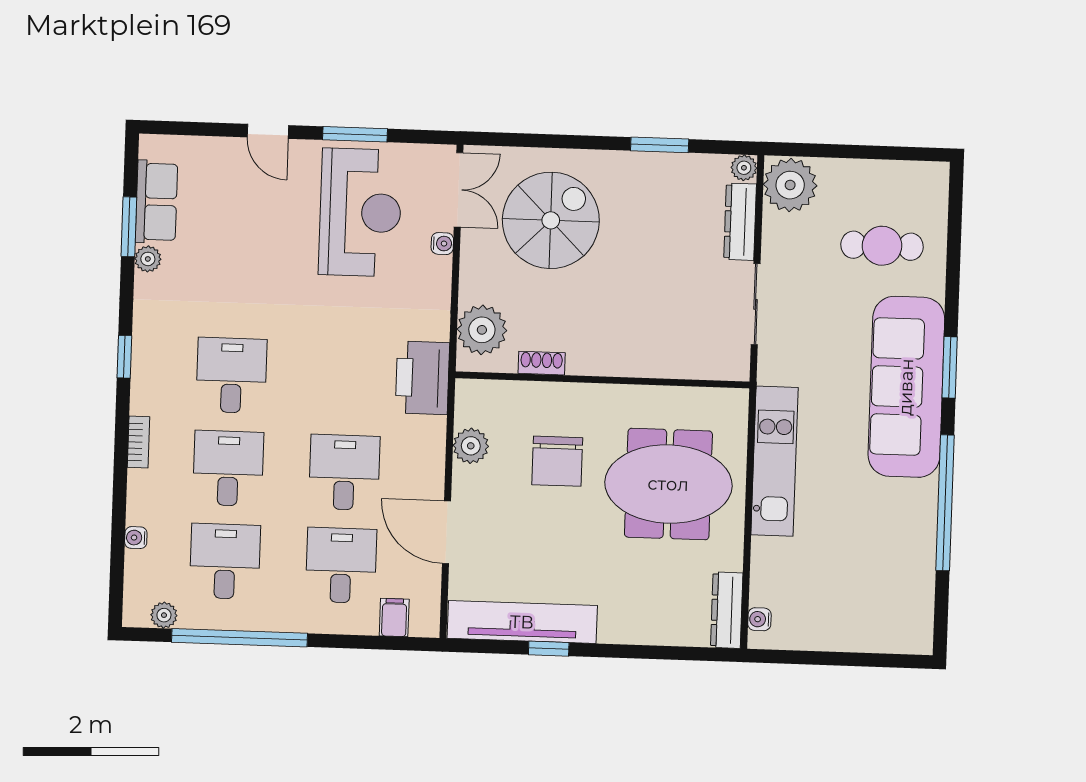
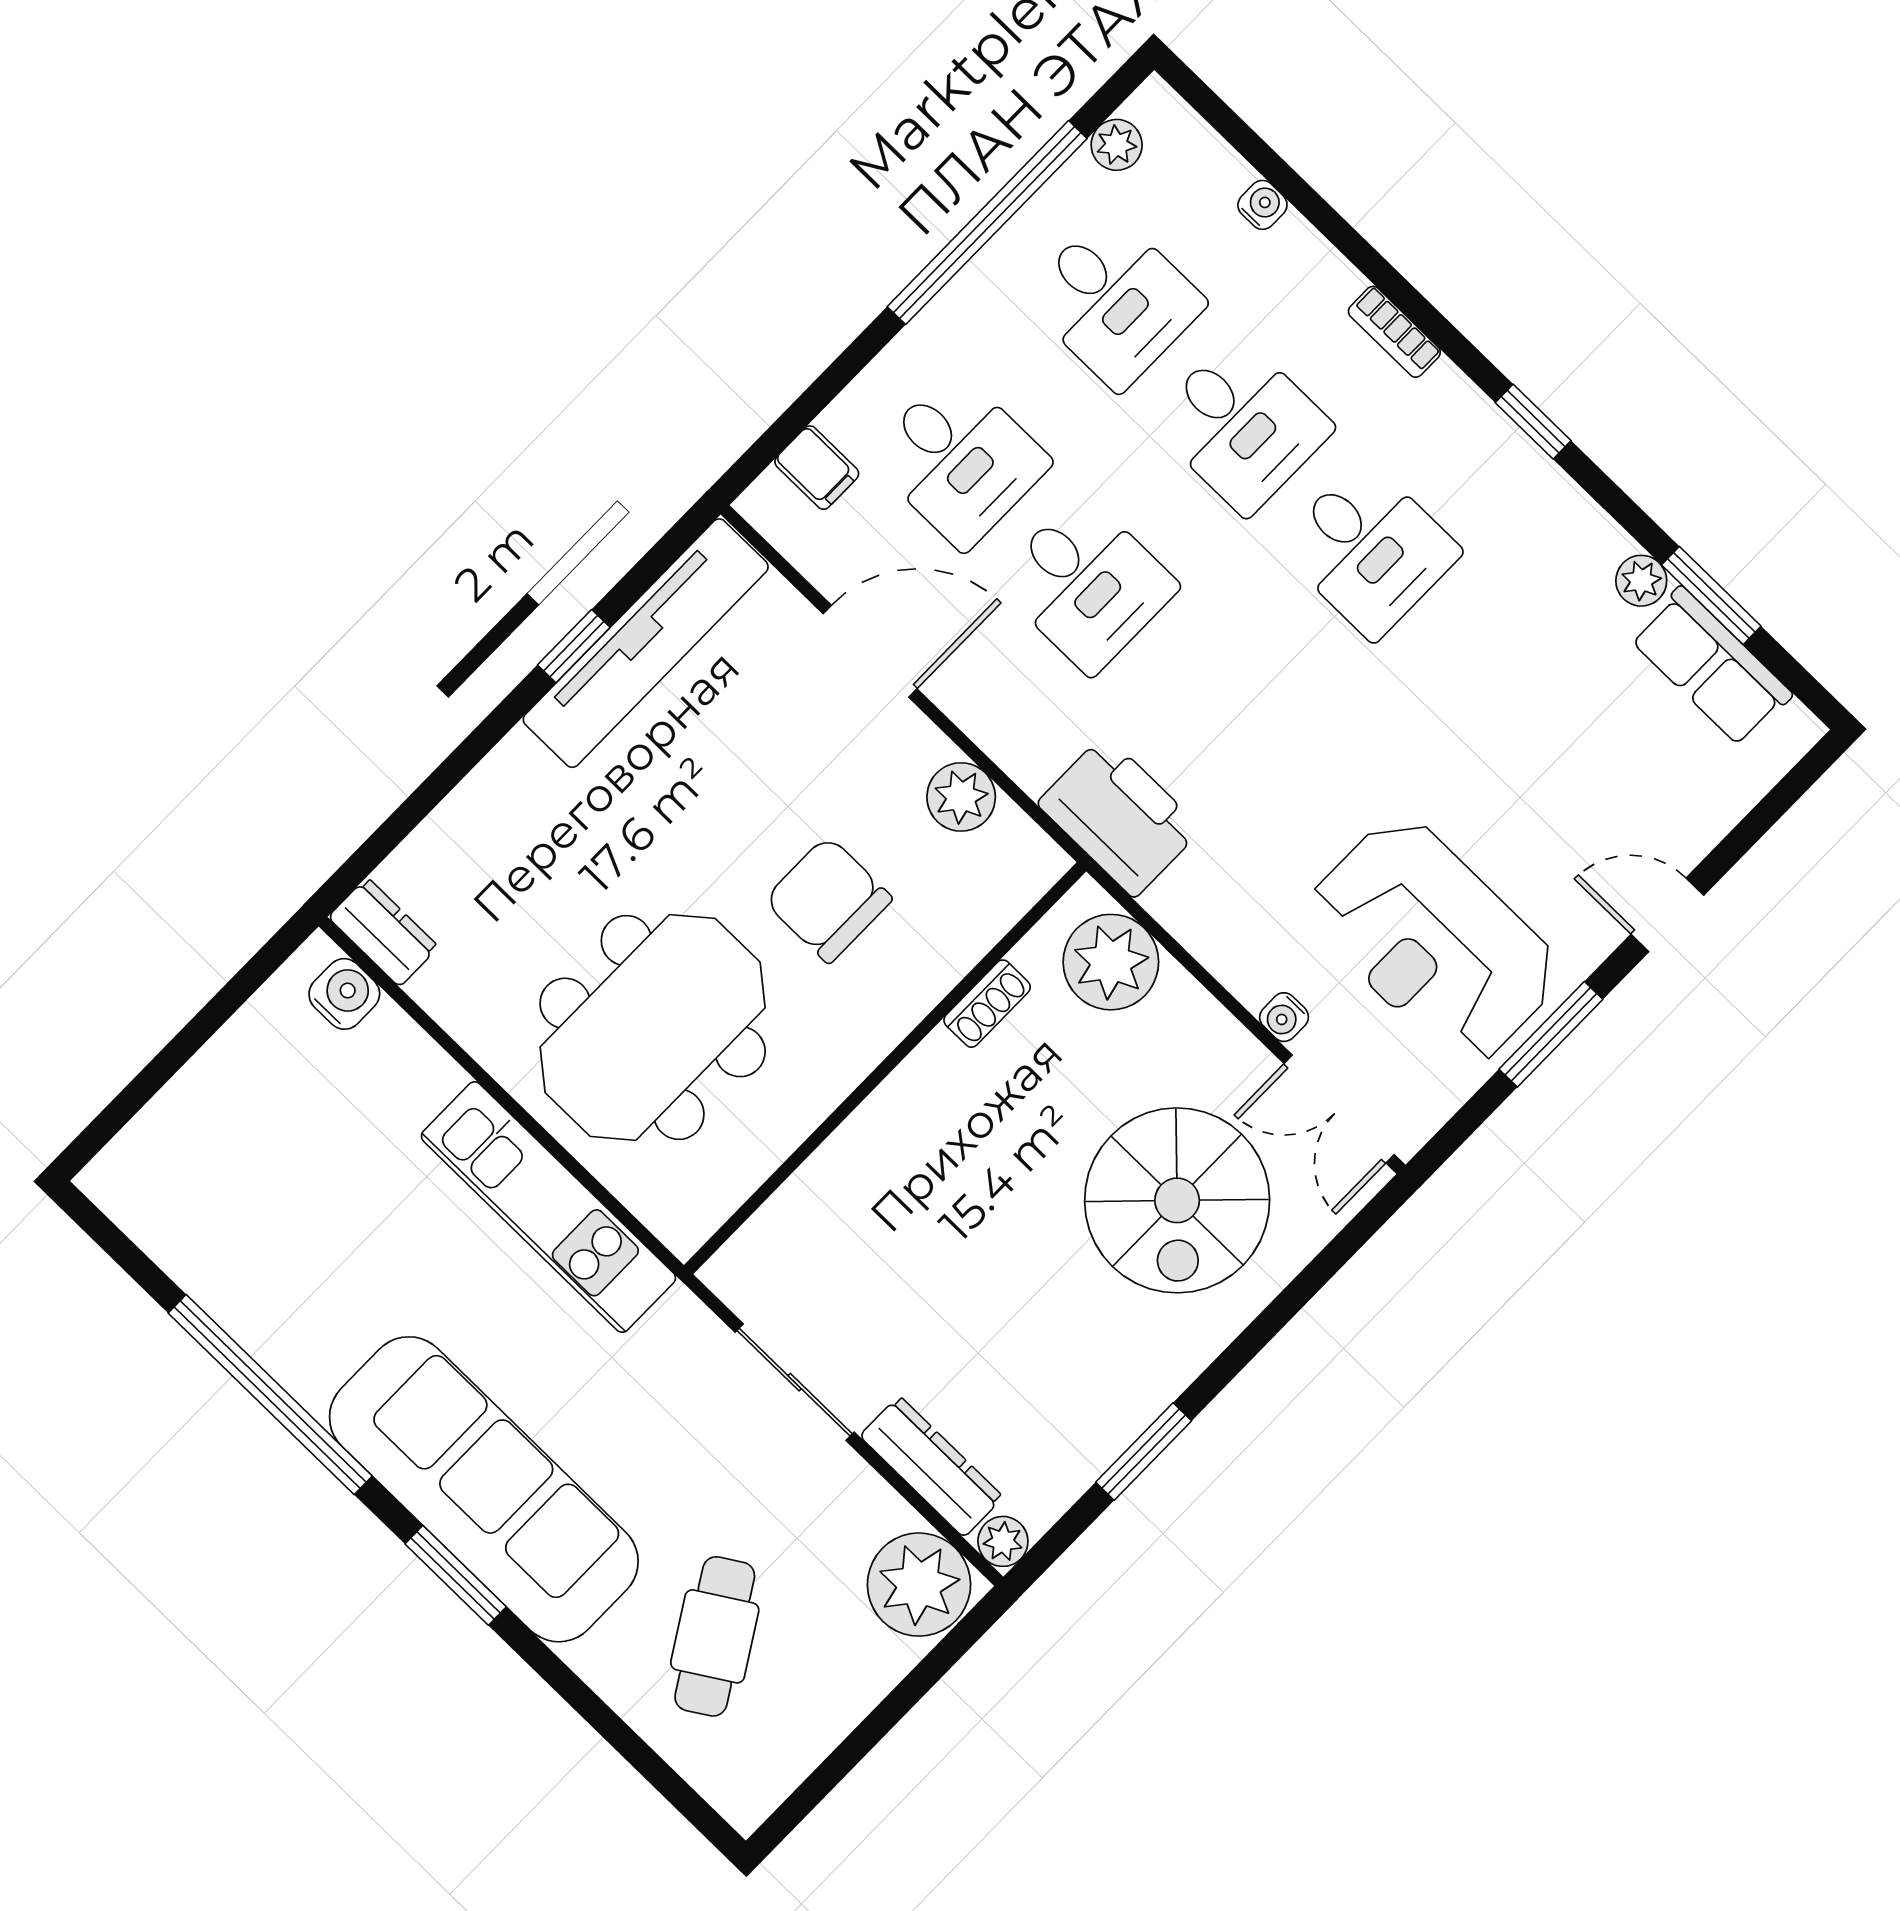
cafe table: (882, 246) -> (715, 1636), turned -32
dresser: (727, 610) -> (383, 932), width x0.70
water cooler: (759, 619) -> (344, 994), width x1.38, depth x1.38

